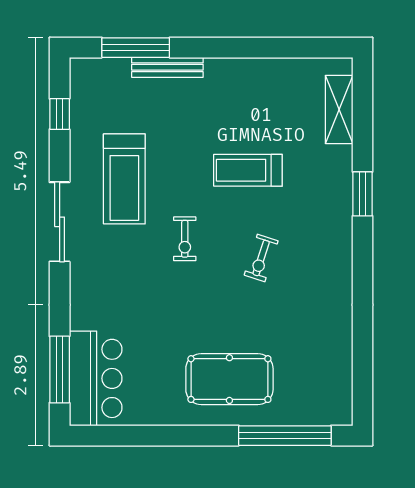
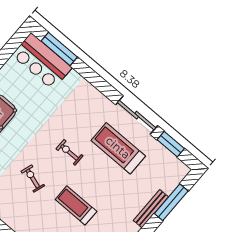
window: (60, 114) -> (171, 144), width x1.50
treadmill: (248, 170) -> (76, 205), turned -90
sliding door: (60, 222) -> (137, 115), moved

